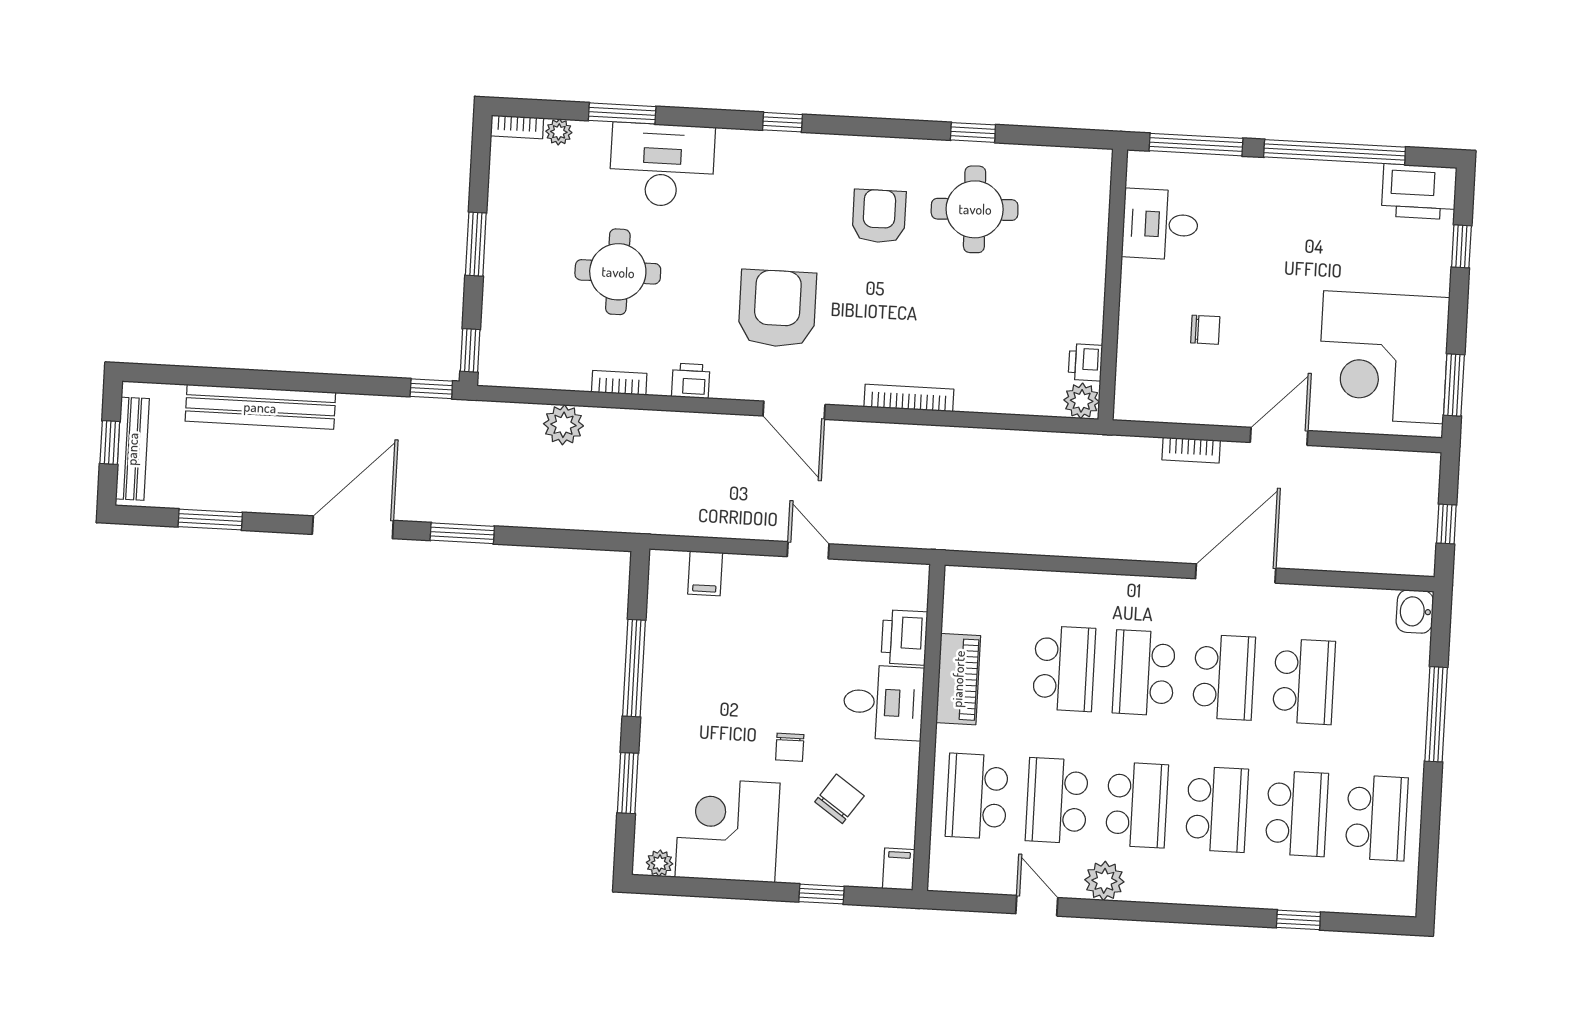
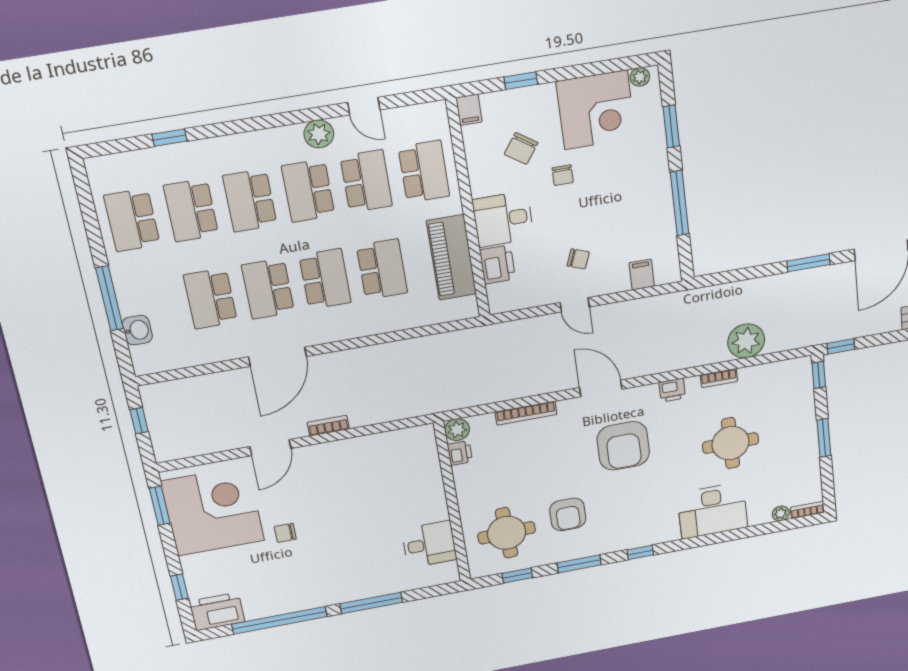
window: (622, 113) -> (579, 564), moved
desk: (1160, 224) -> (429, 544), moved
wall: (1113, 285) -> (452, 503), moved
chair: (1205, 330) -> (285, 533), moved
printer: (1085, 362) -> (460, 453), moved
plant: (1082, 401) -> (457, 430), moved
plant: (563, 425) -> (746, 341), width x1.36, depth x1.36
washbasin: (1415, 611) -> (137, 330), moved
chair: (791, 619) -> (578, 259), added
school desk: (1064, 669) -> (382, 269), turned 180
piano: (958, 679) -> (451, 257), width x1.37, depth x1.33
chair: (790, 747) -> (563, 175), turned 180

